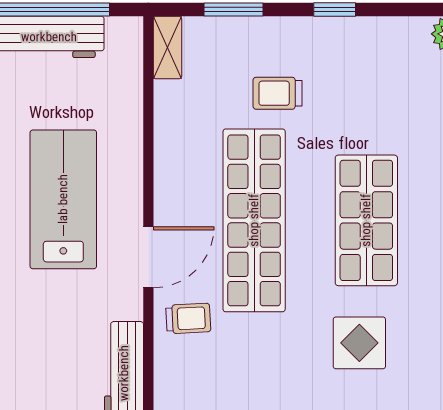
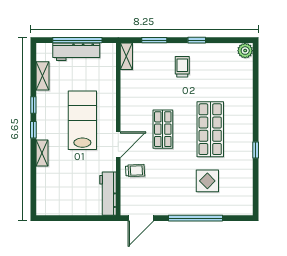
trolley: (278, 93) -> (182, 67), moved, turned 90
shop shelf: (254, 220) -> (163, 129), width x0.50, depth x0.74

